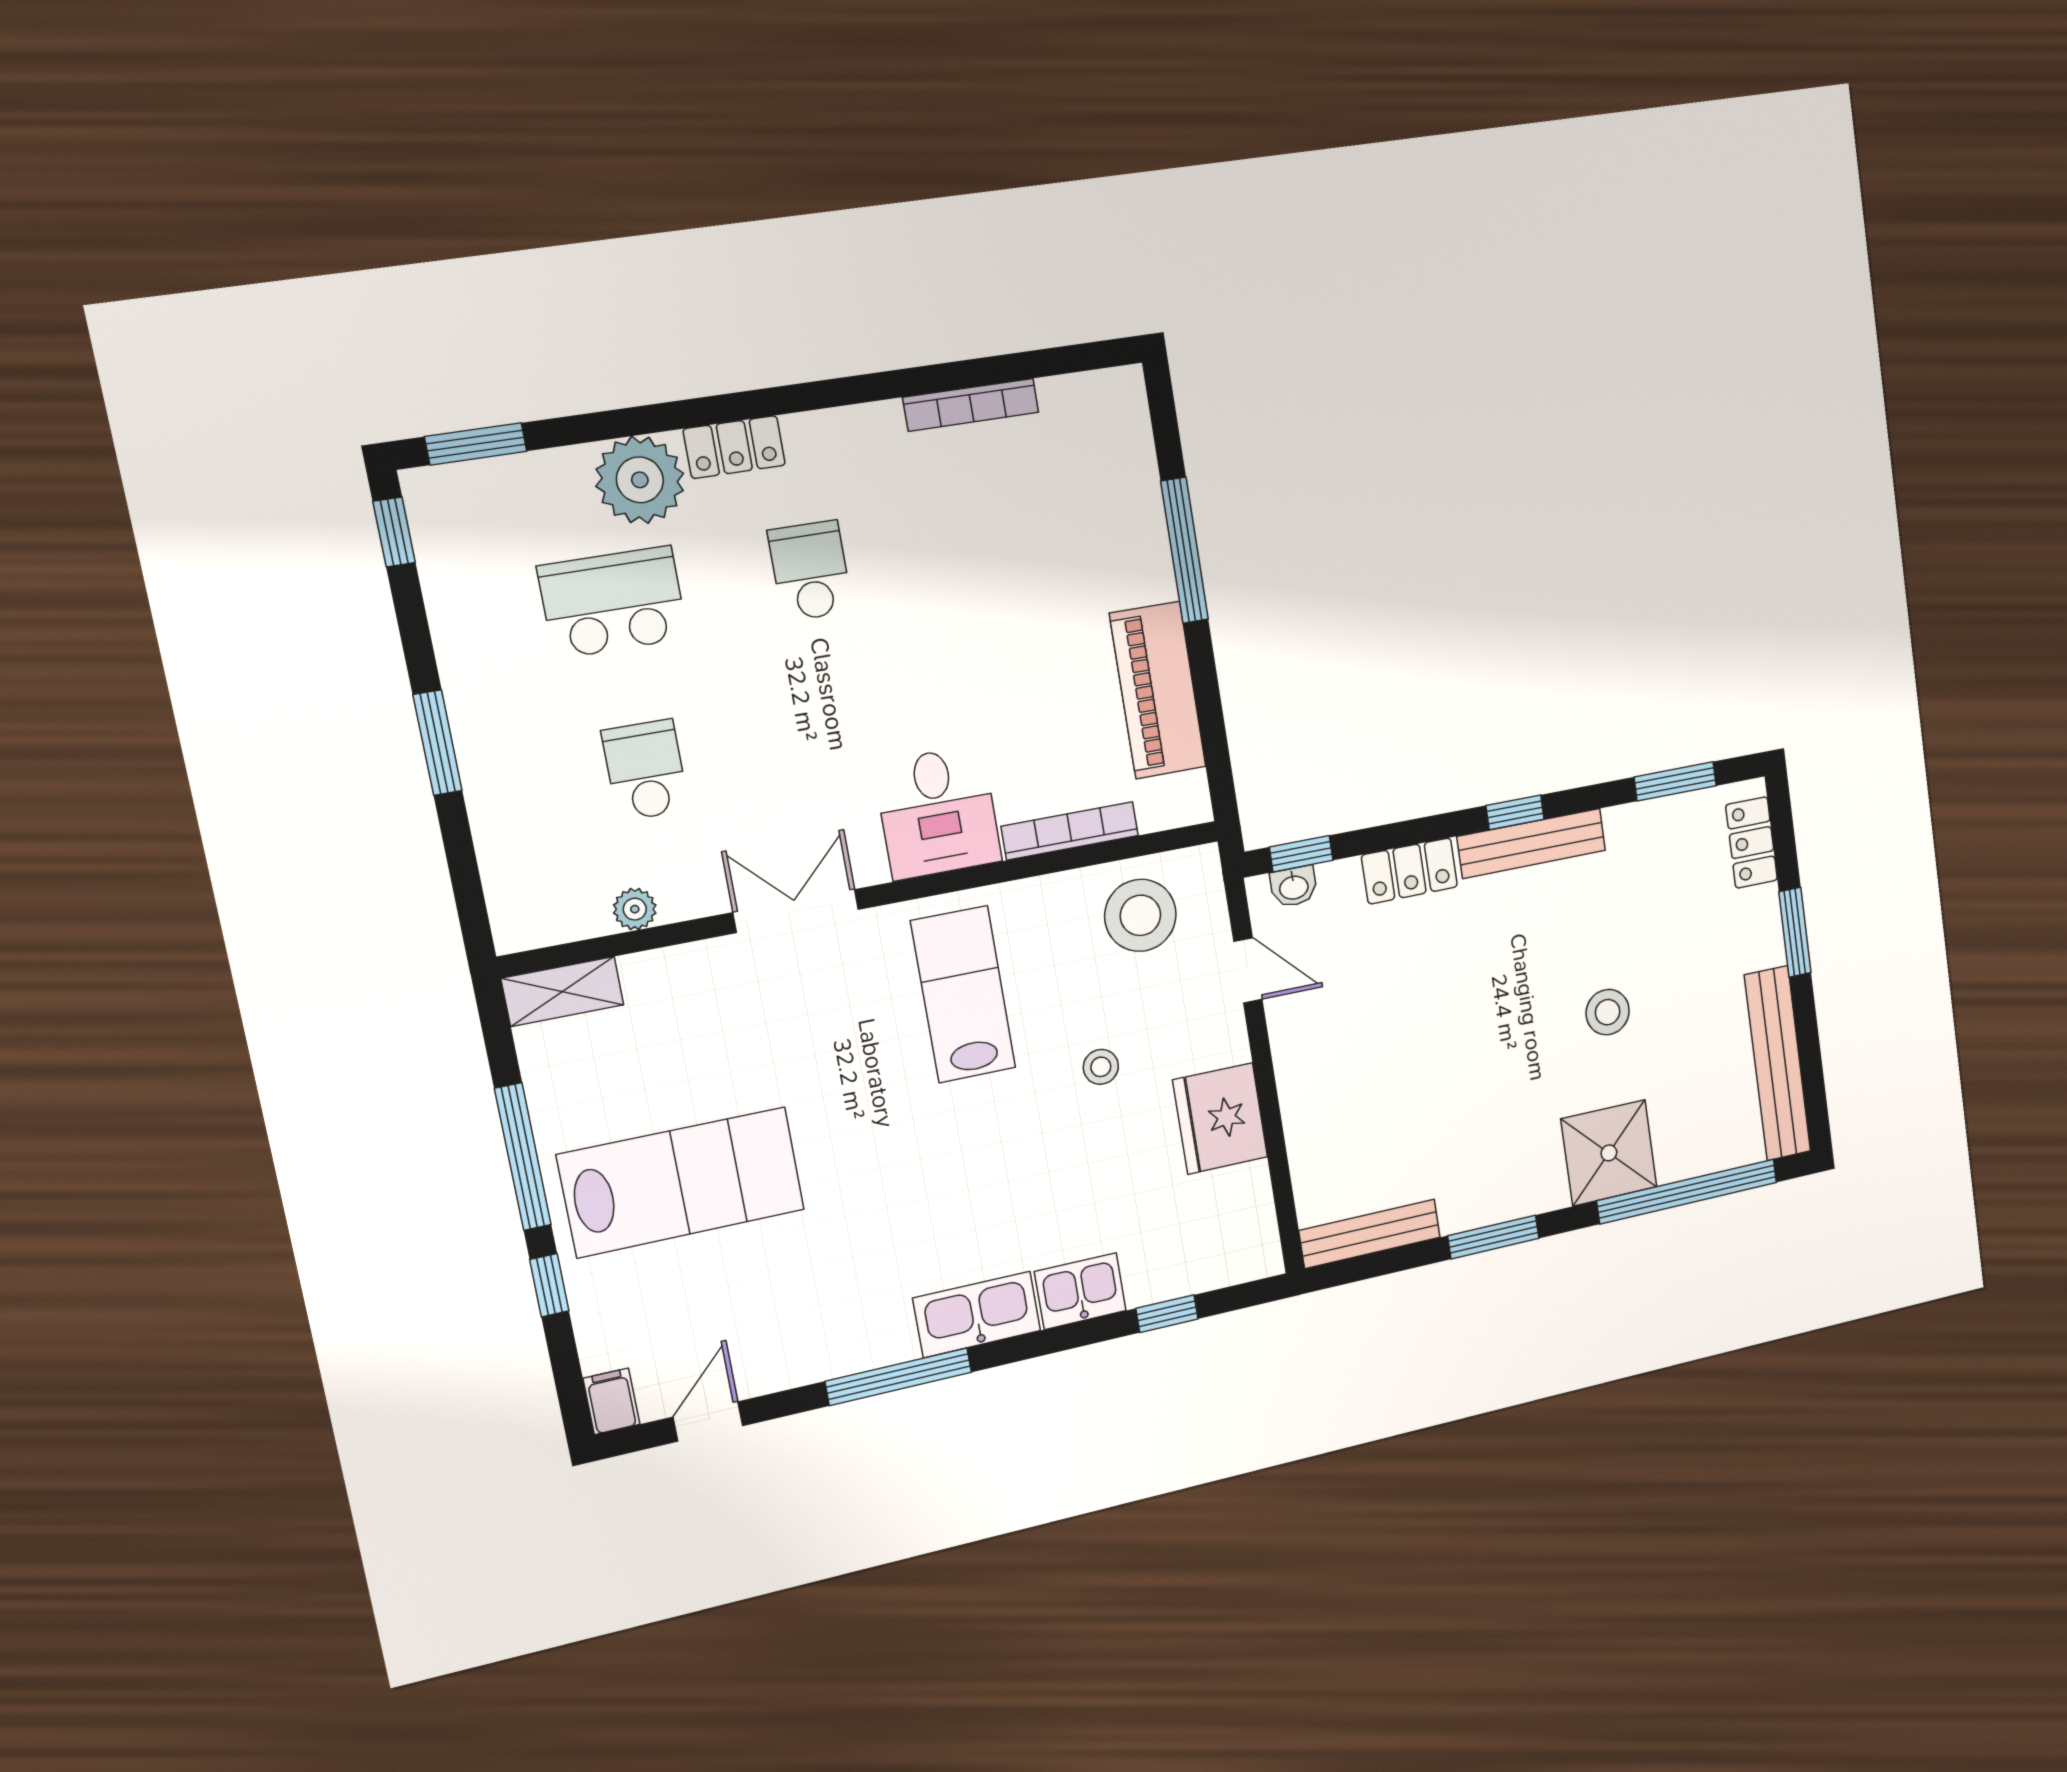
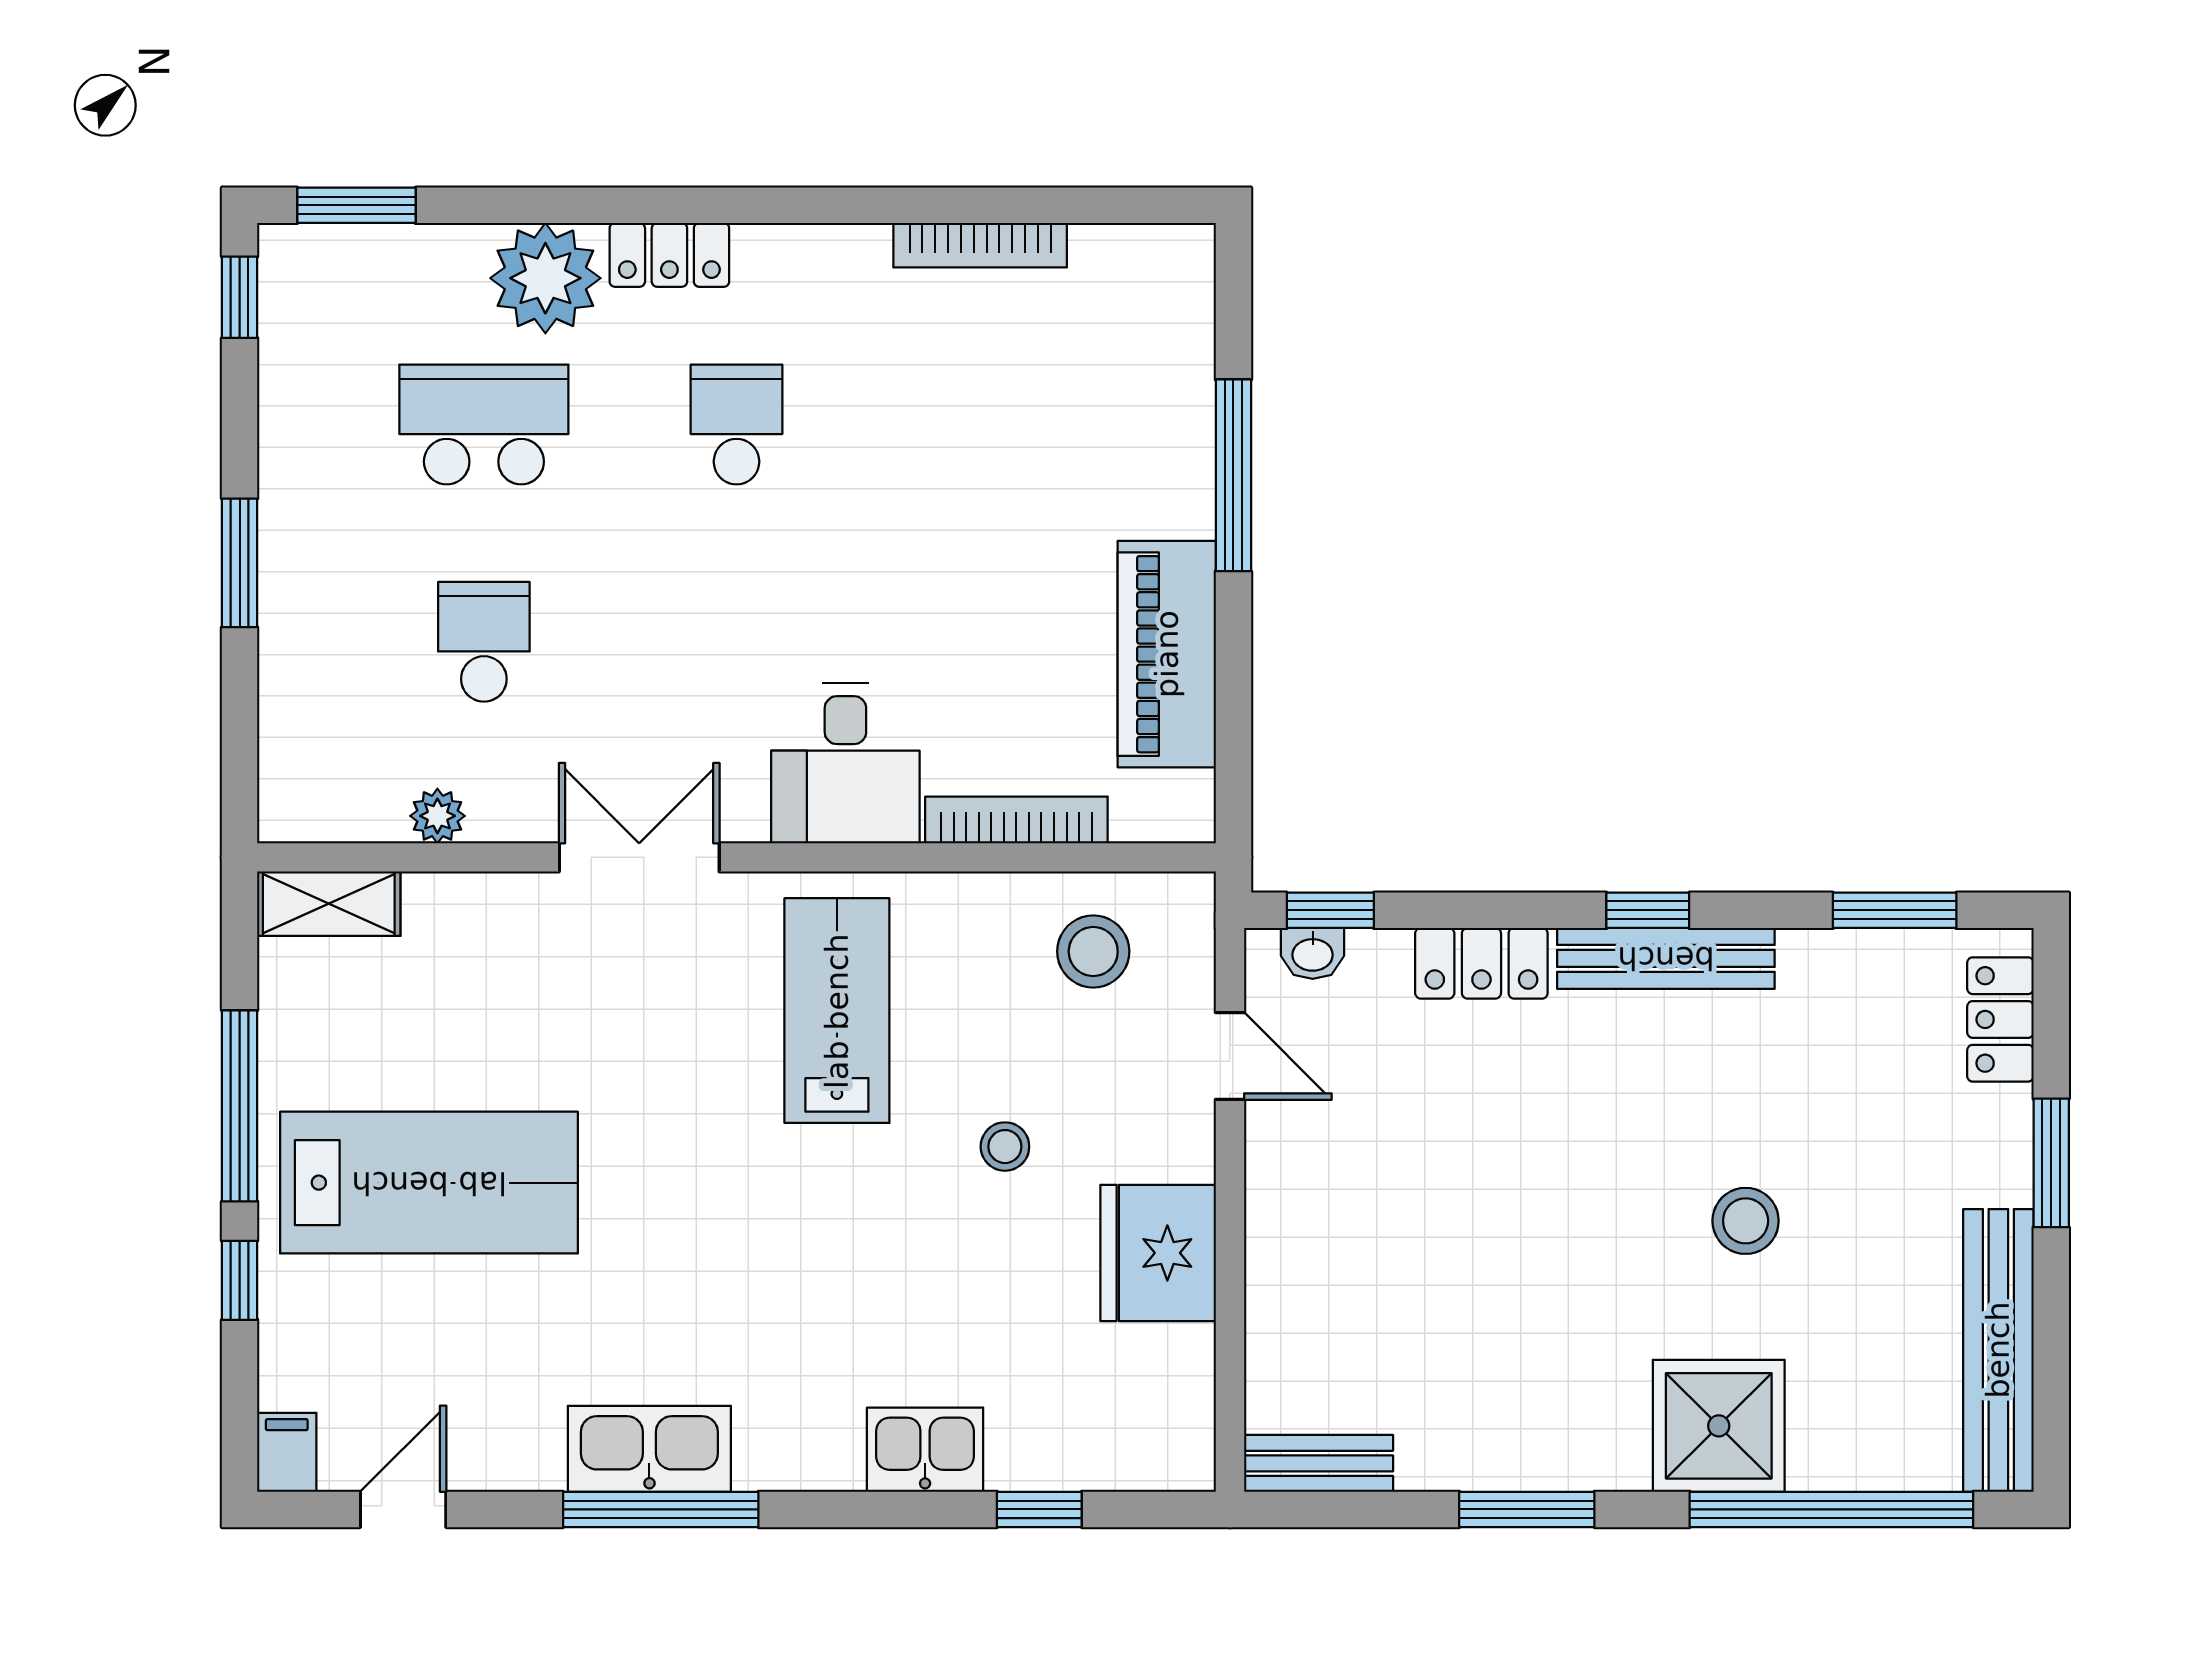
stool: (1140, 915) -> (1093, 951), width x0.73, depth x0.73
bench: (1370, 1234) -> (1319, 1463), width x0.73
kitchen sink: (977, 1314) -> (649, 1449), moved

